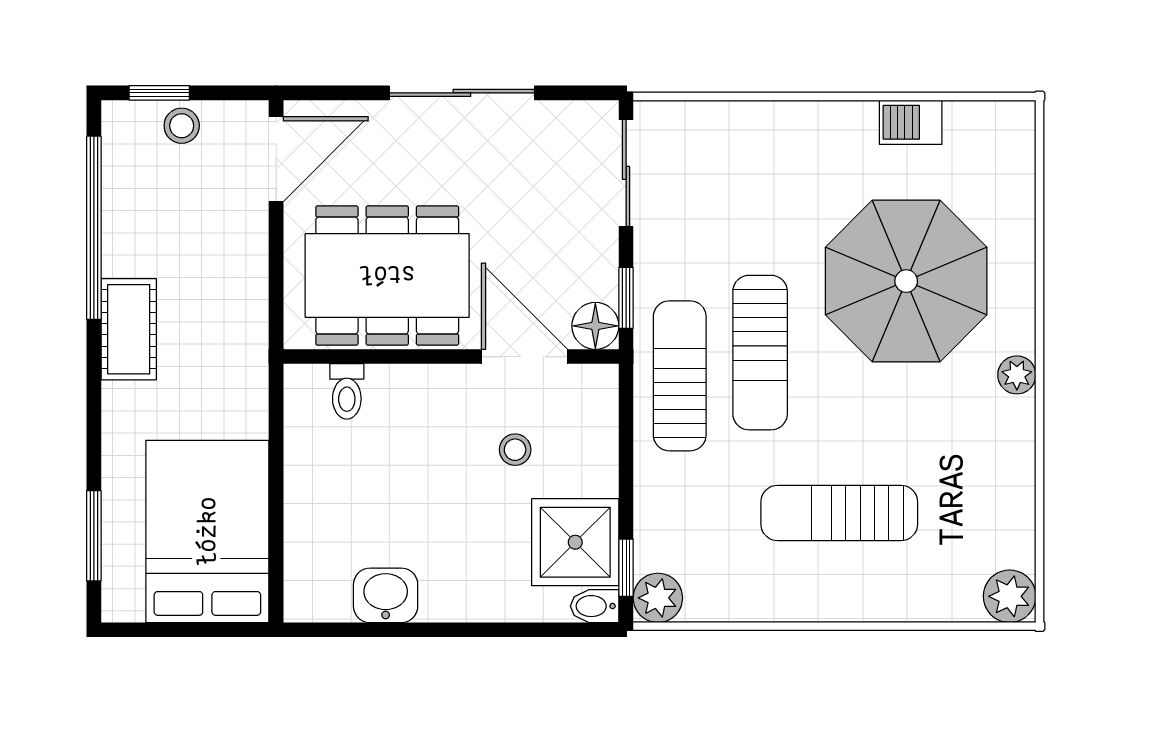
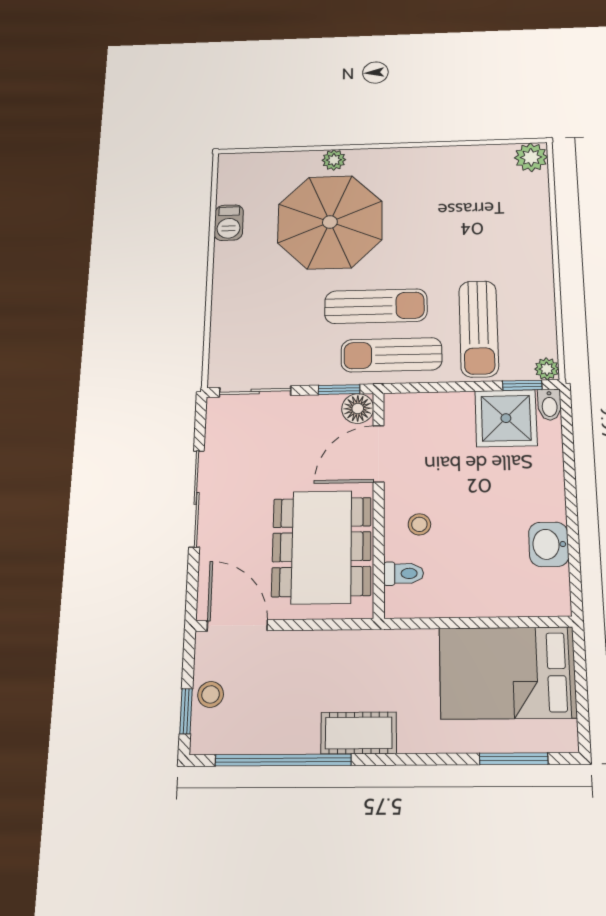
plant: (1017, 375) -> (334, 160), moved
stool: (515, 450) -> (419, 524), moved
sun lounger: (839, 513) -> (479, 329), moved
plant: (658, 598) -> (547, 369), width x0.73, depth x0.73

